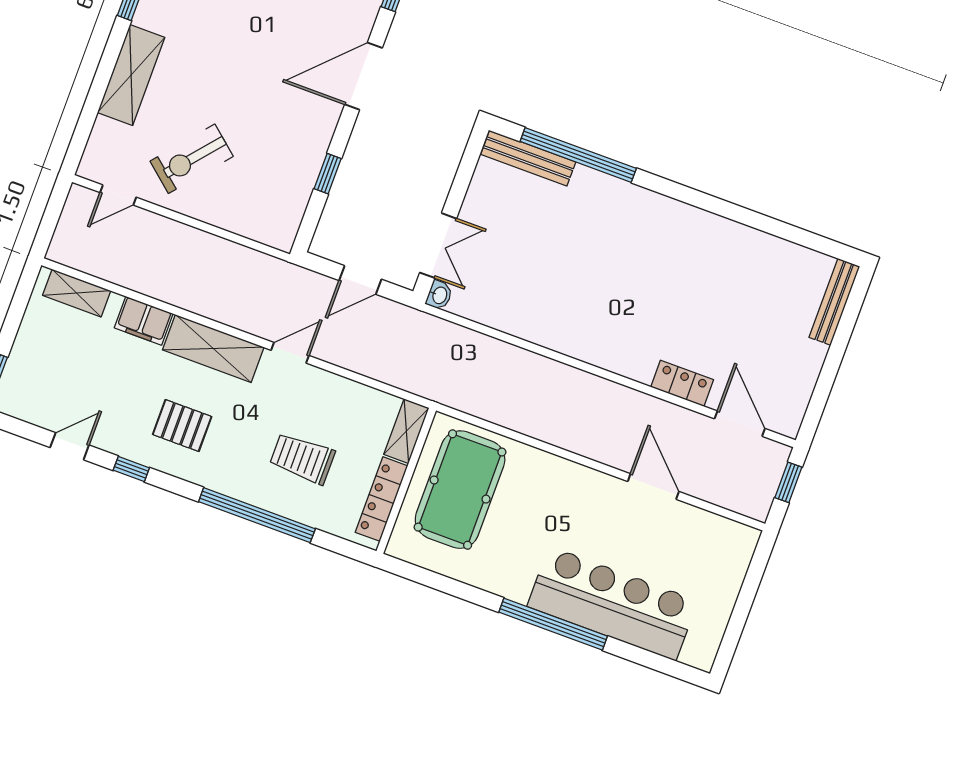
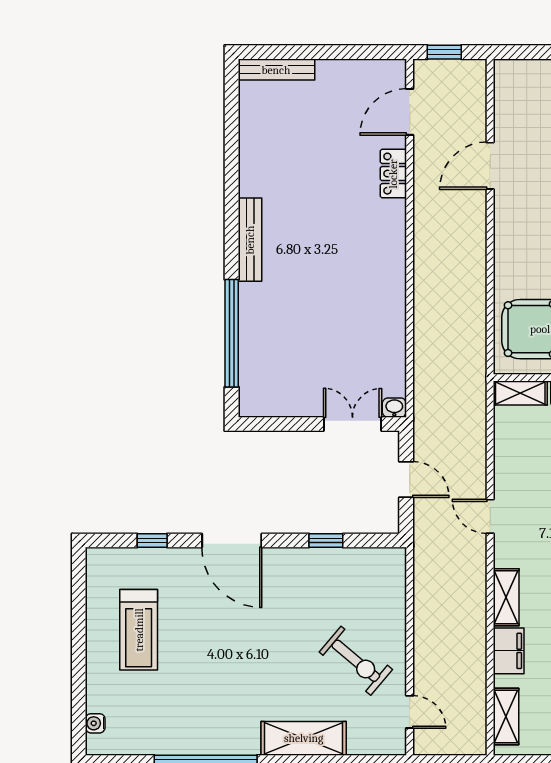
bench: (528, 158) -> (250, 240), moved
shelving: (213, 349) -> (506, 597), width x0.67, depth x0.75

